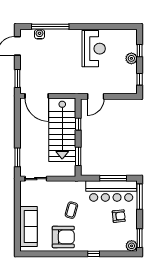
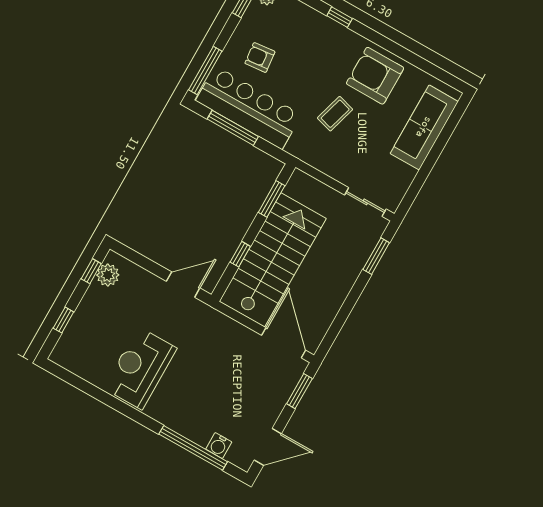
plant: (131, 58) -> (108, 275), moved

